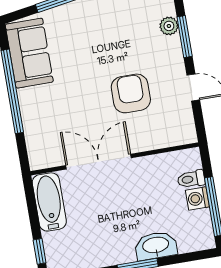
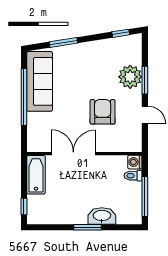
plant: (169, 26) -> (130, 77), width x1.88, depth x1.88
sofa: (29, 53) -> (40, 81), width x1.36
washing machine: (197, 198) -> (135, 162), moved

